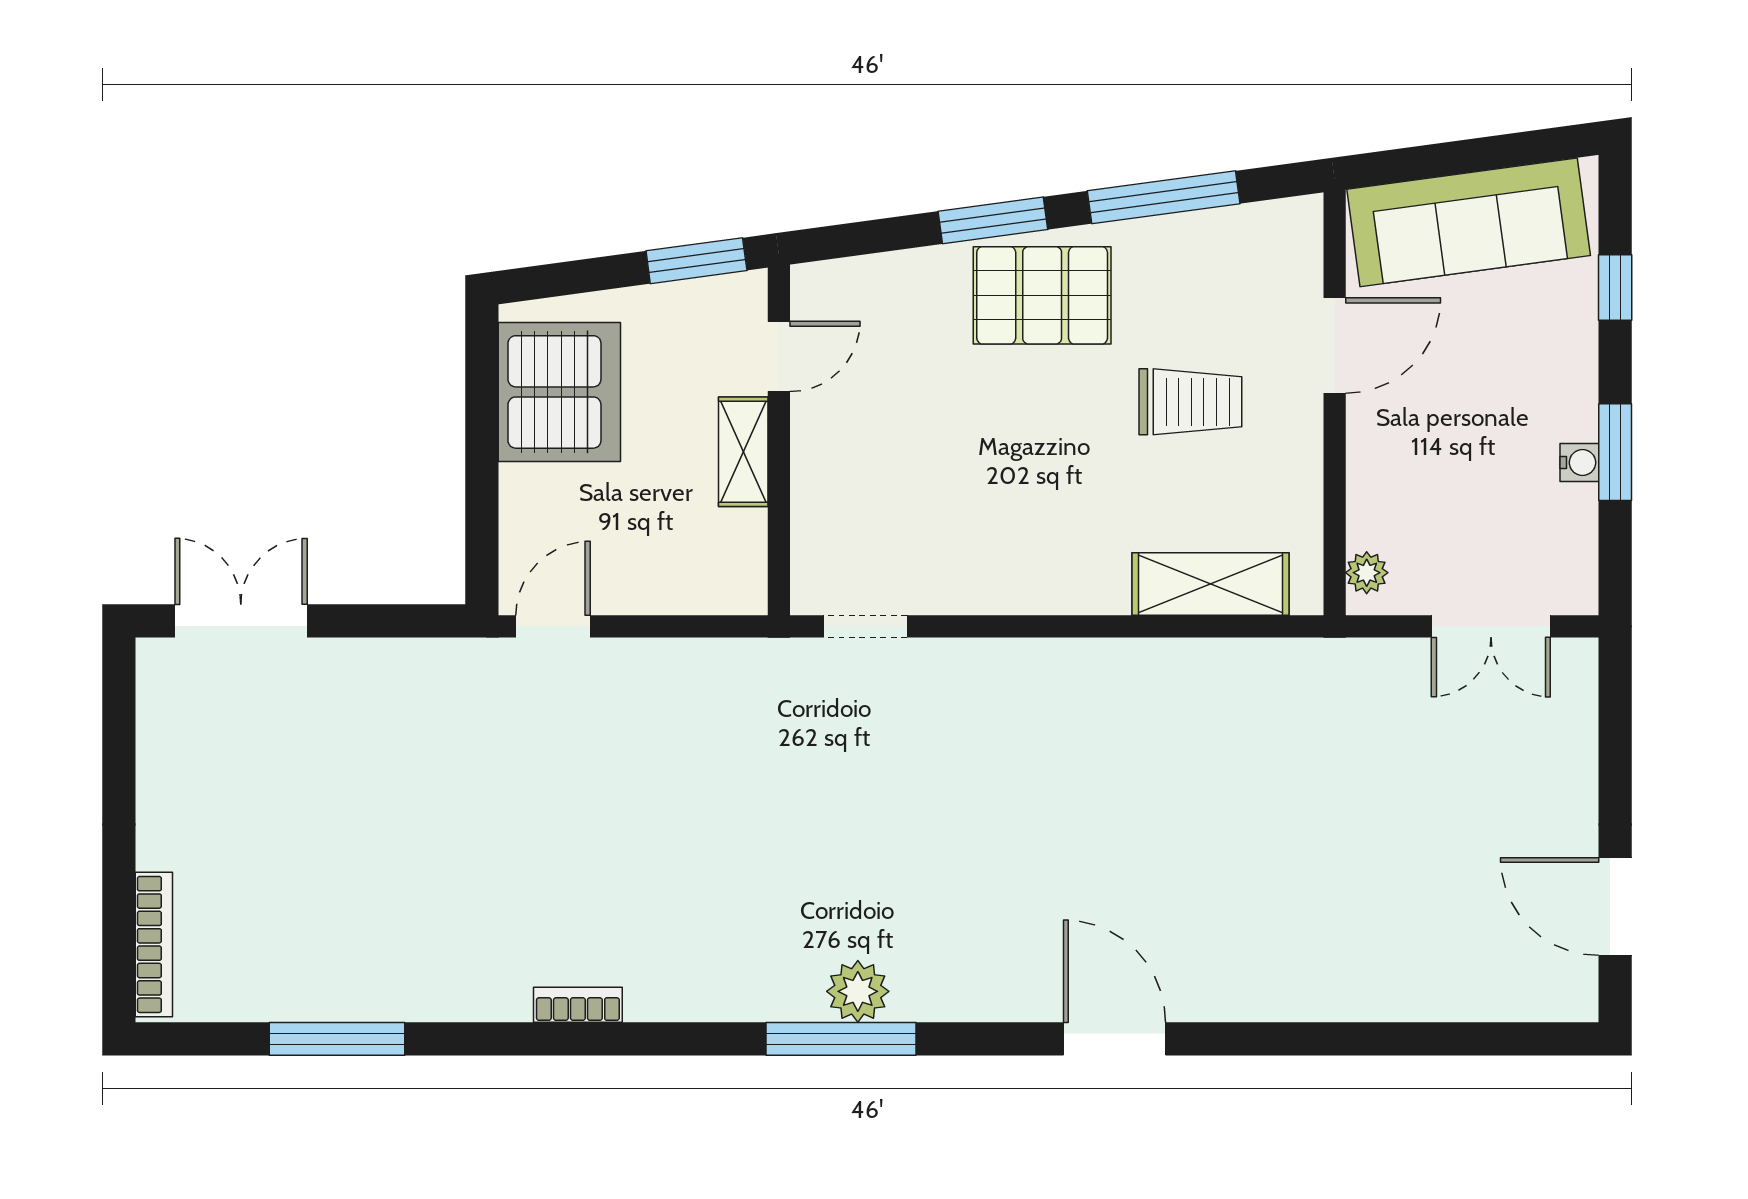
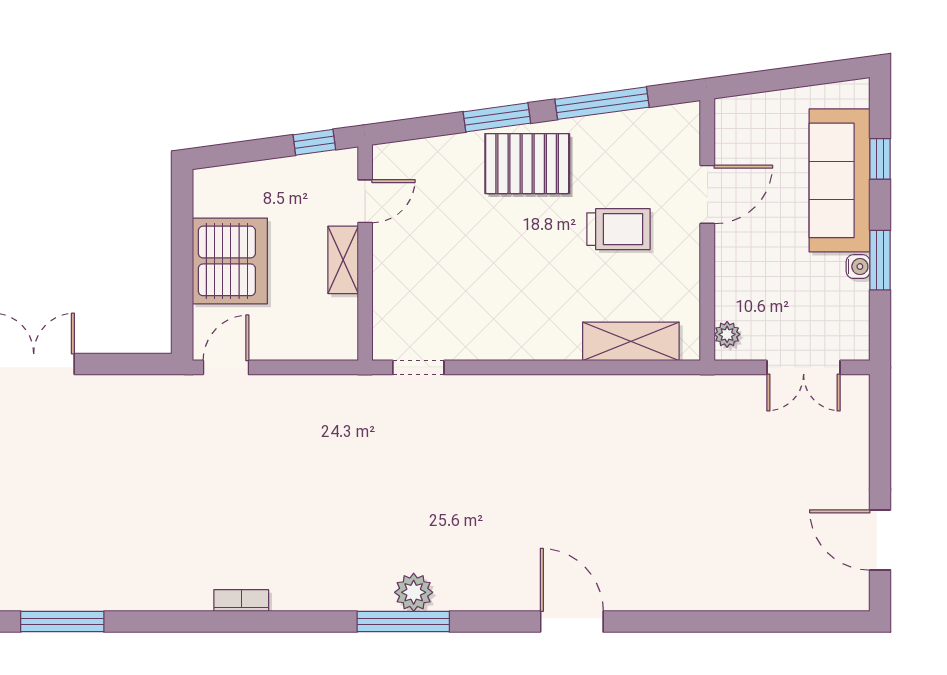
sofa: (1469, 222) -> (839, 180), moved, turned 98
window: (696, 261) -> (314, 142), width x0.67
server rack: (559, 392) -> (230, 261), moved
window: (337, 1039) -> (62, 622), moved

